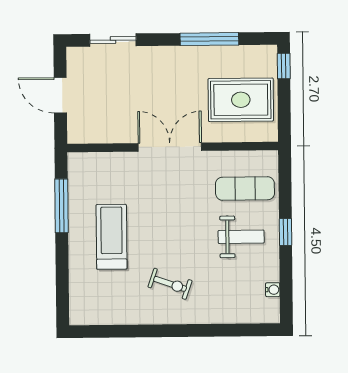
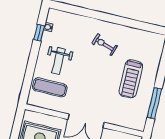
window: (285, 232) -> (39, 33), moved
weight bench: (241, 237) -> (59, 61), turned -90

